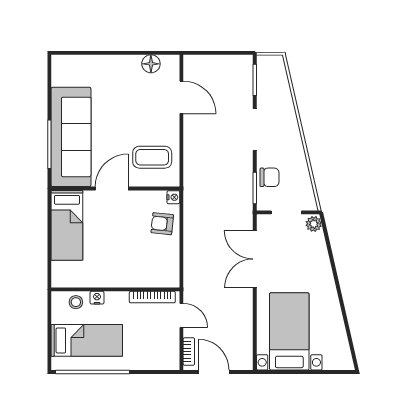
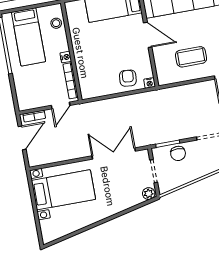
coffee table: (152, 157) -> (191, 57), moved, turned 90
nightstand: (97, 298) -> (66, 57), moved

